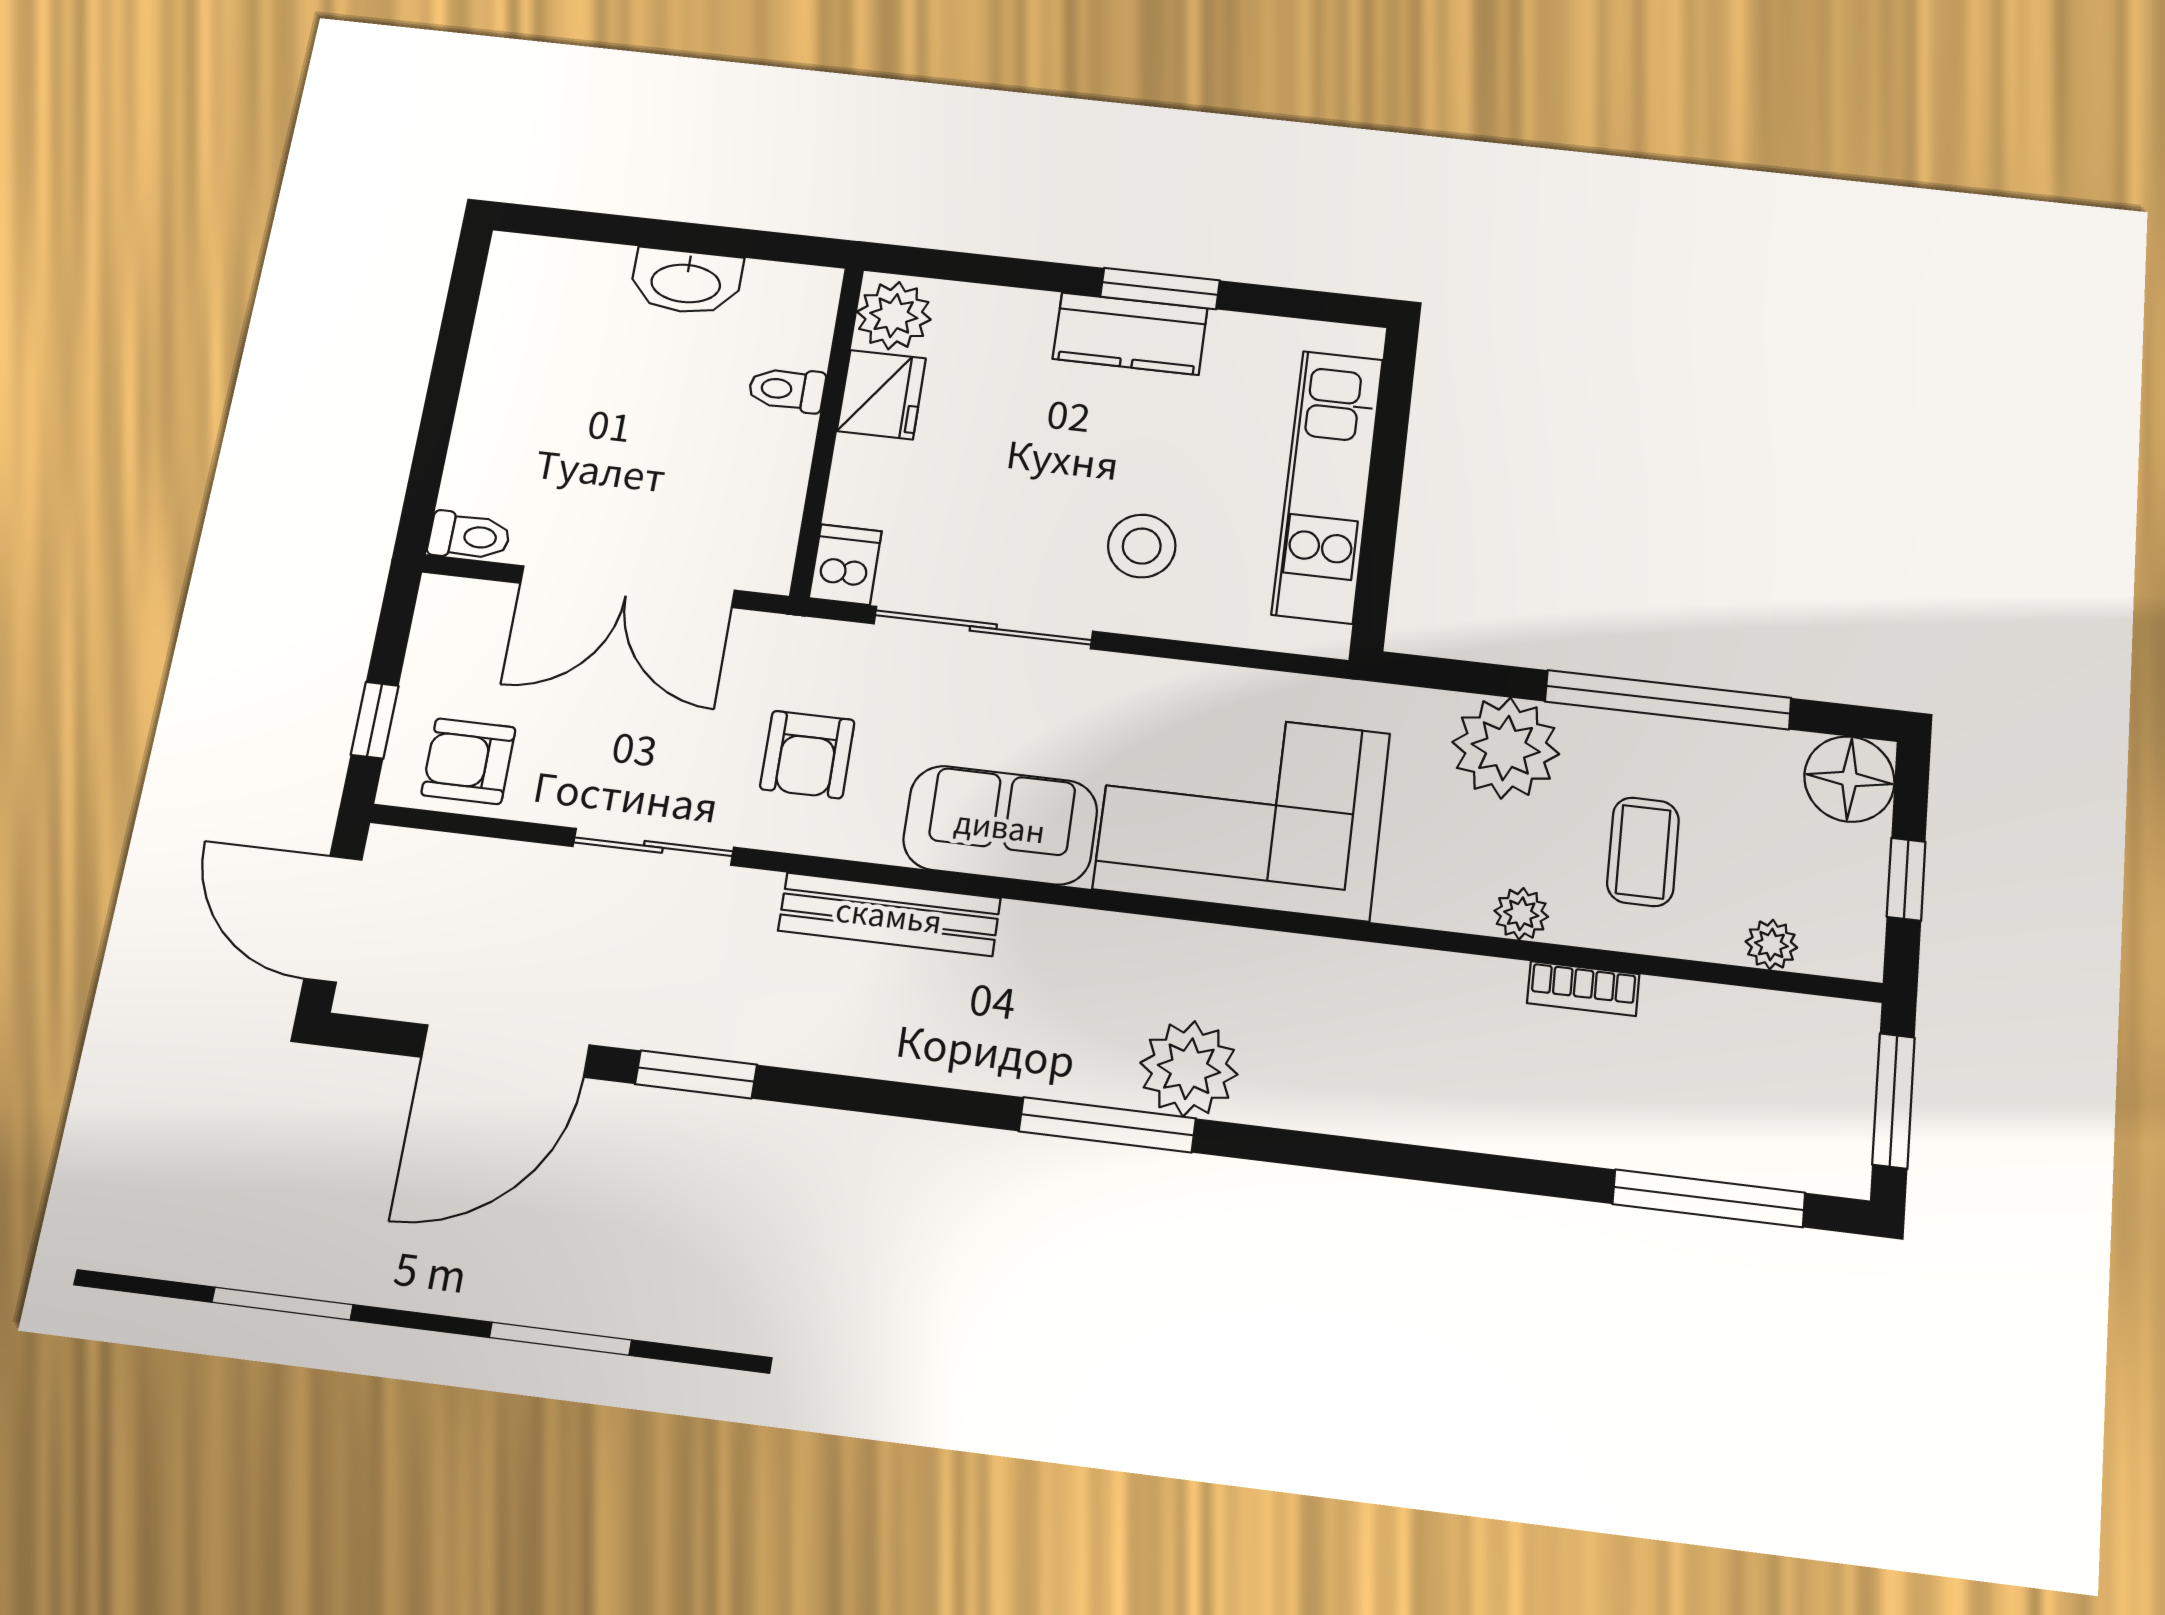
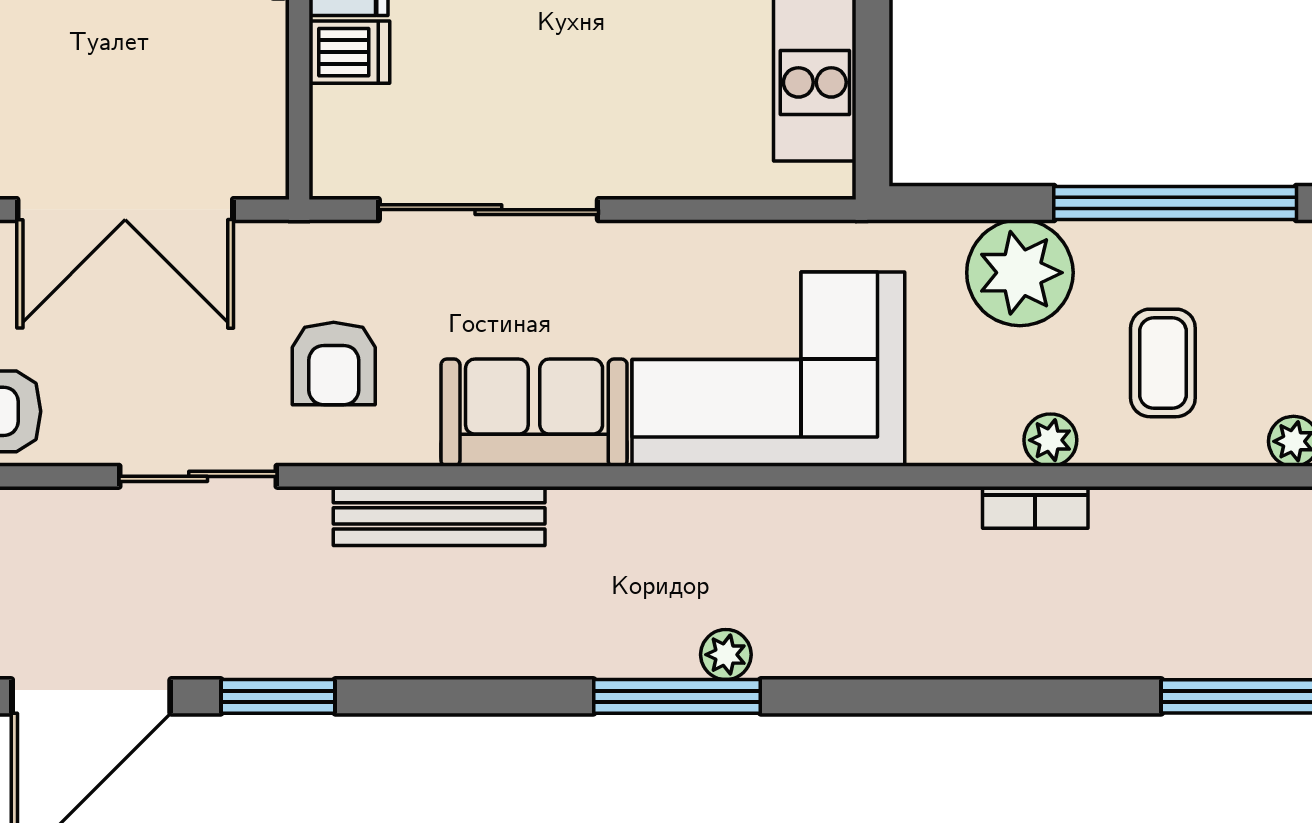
stool: (1142, 546) -> (635, 103), removed
dishwasher: (845, 565) -> (349, 52), moved, turned 90
bookcase: (1583, 989) -> (1035, 507), moved
plant: (1189, 1069) -> (726, 655), width x0.53, depth x0.53

